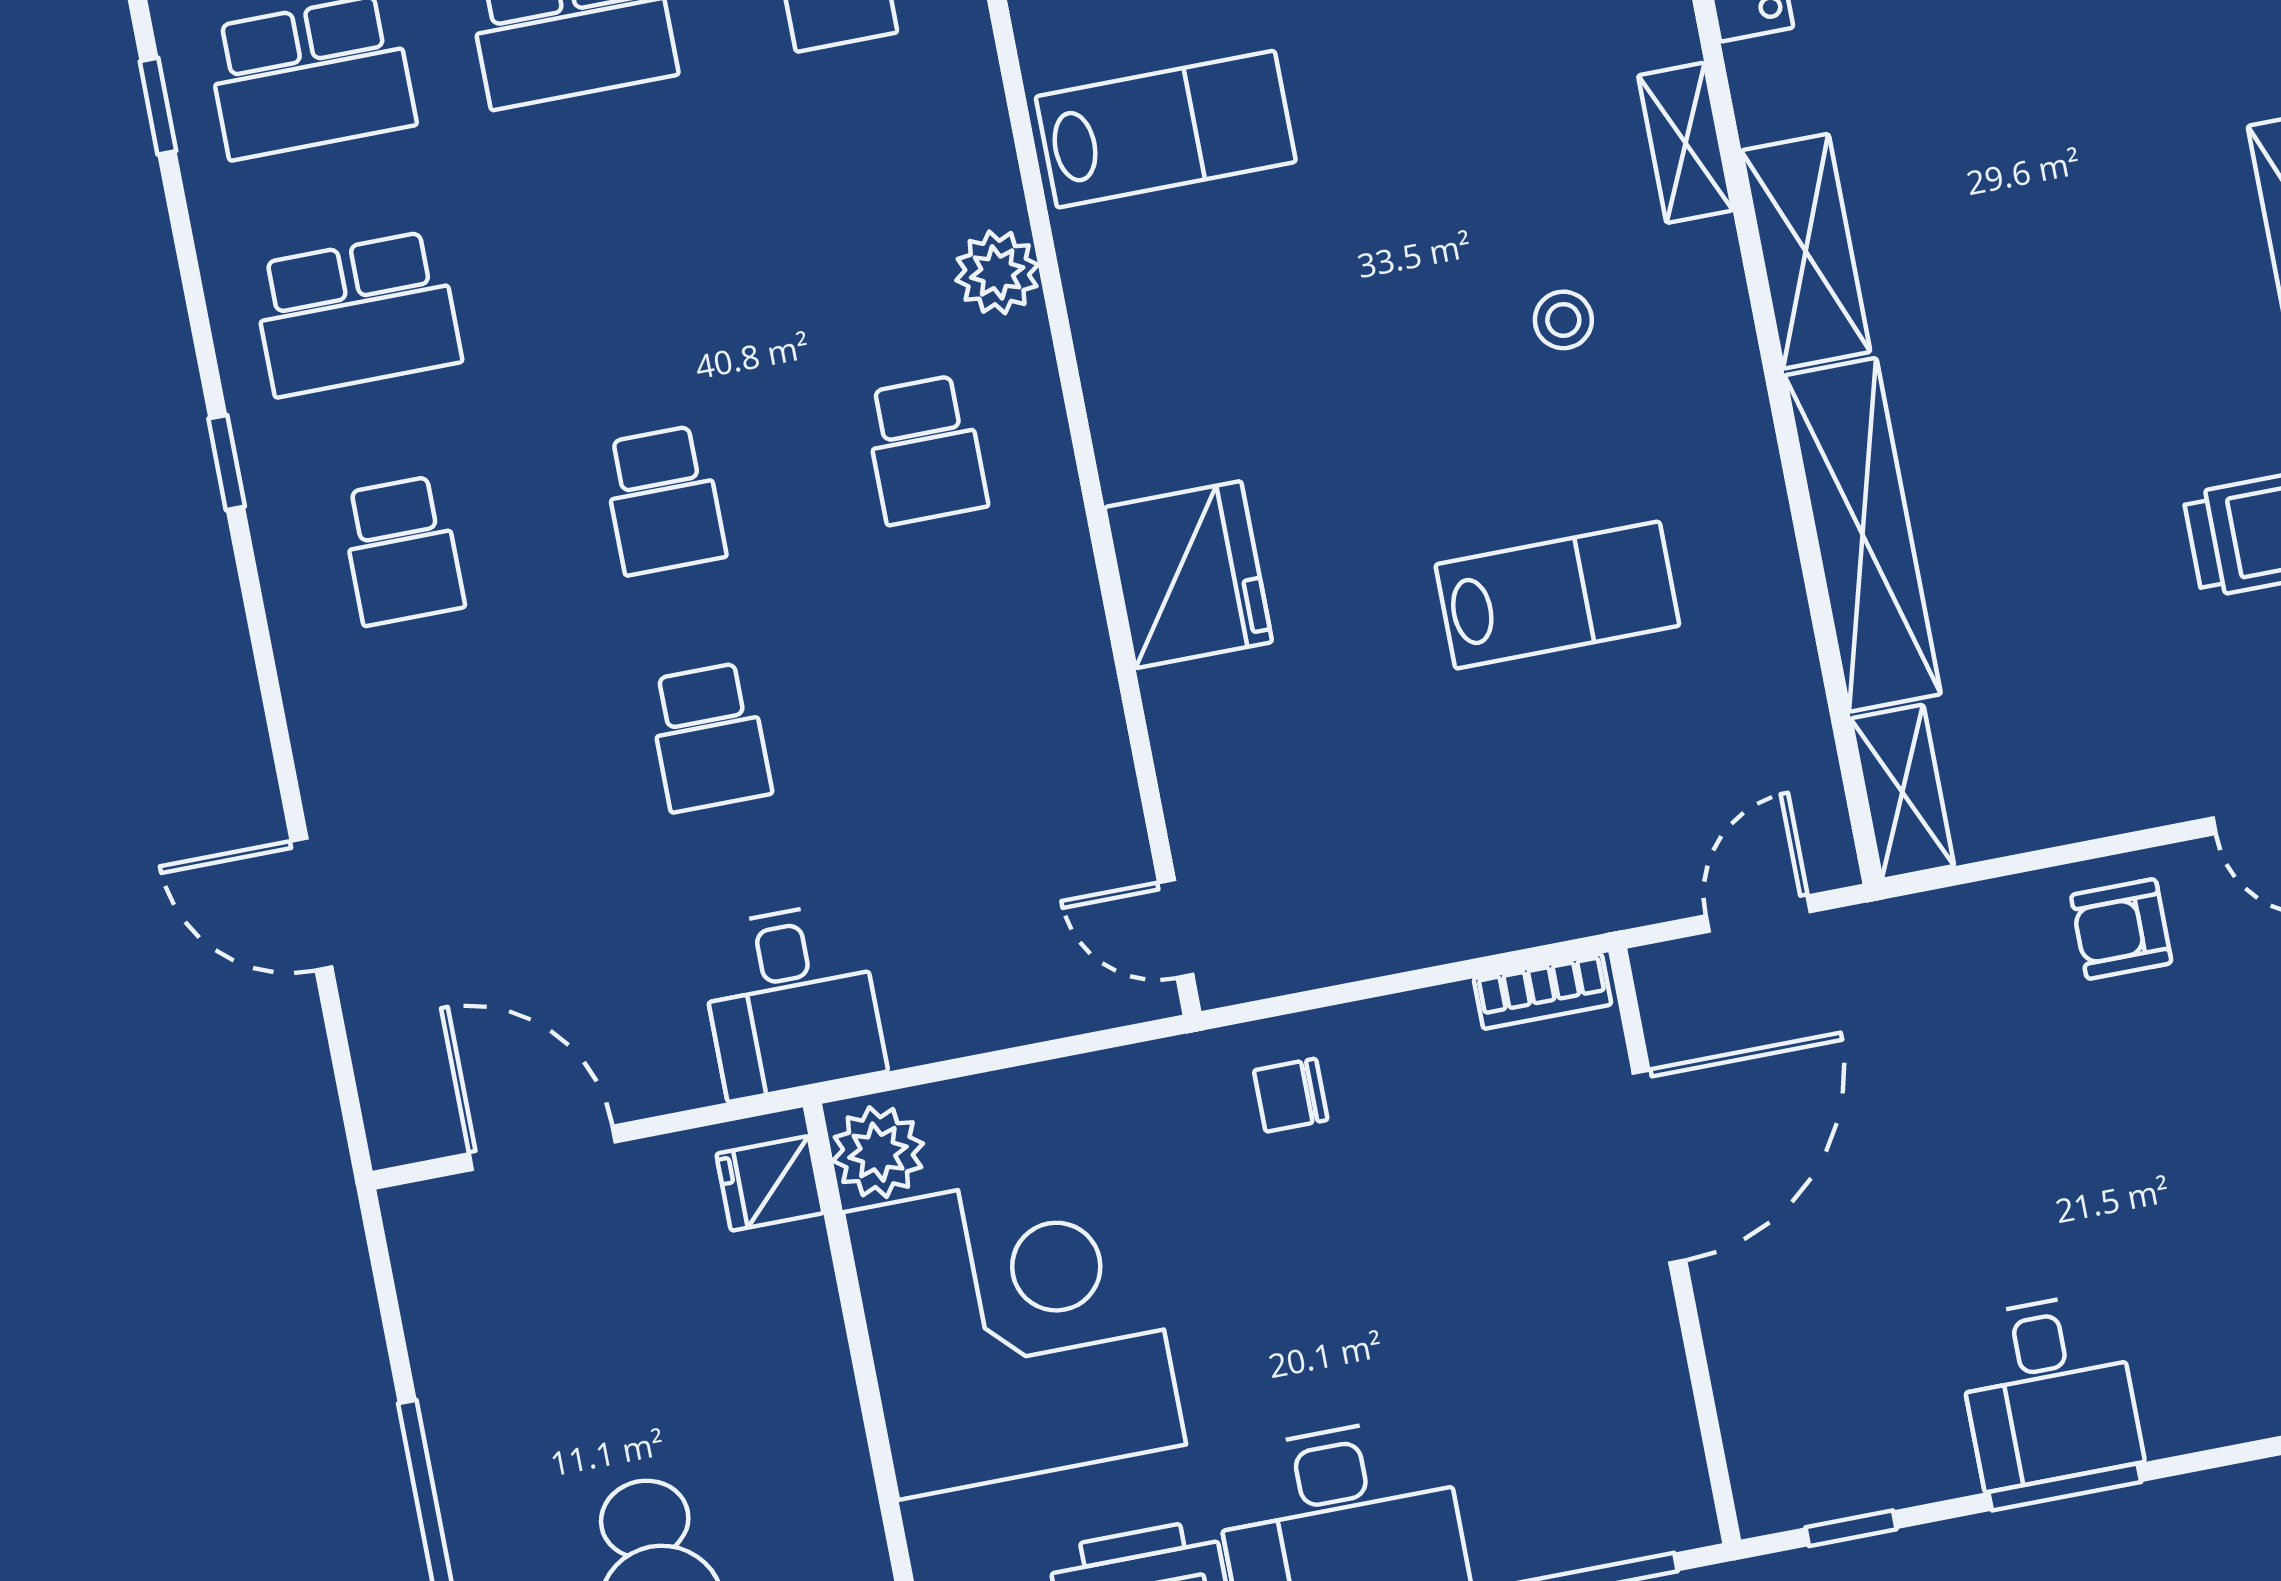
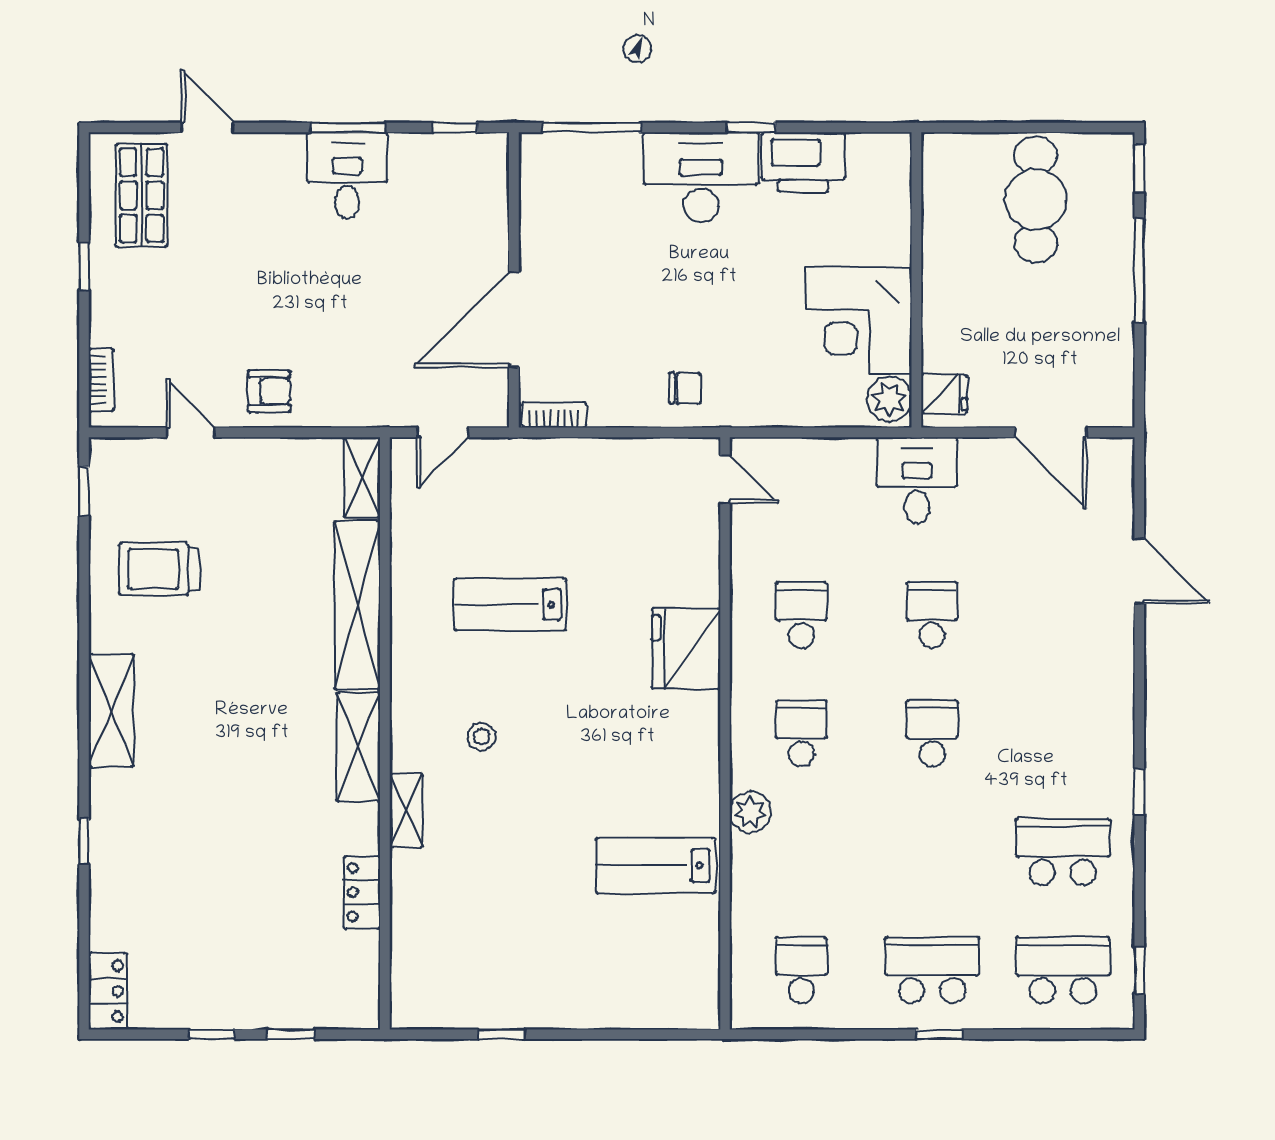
school desk: (402, 551) -> (801, 615), moved
corner desk: (1014, 1328) -> (859, 321), width x0.74, depth x0.74

